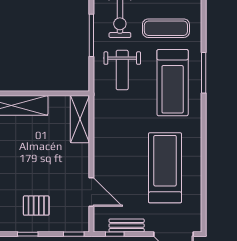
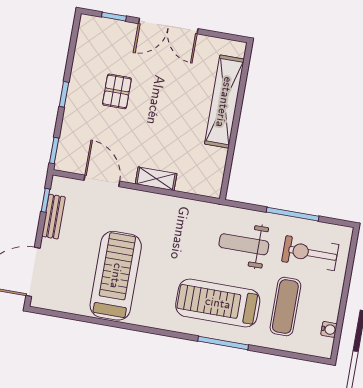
shelving: (80, 119) -> (156, 179), moved, width x0.67, depth x0.75
treadmill: (165, 168) -> (116, 276), turned -90
door: (91, 192) -> (102, 181), swing flipped
pallet: (36, 206) -> (117, 91), moved

